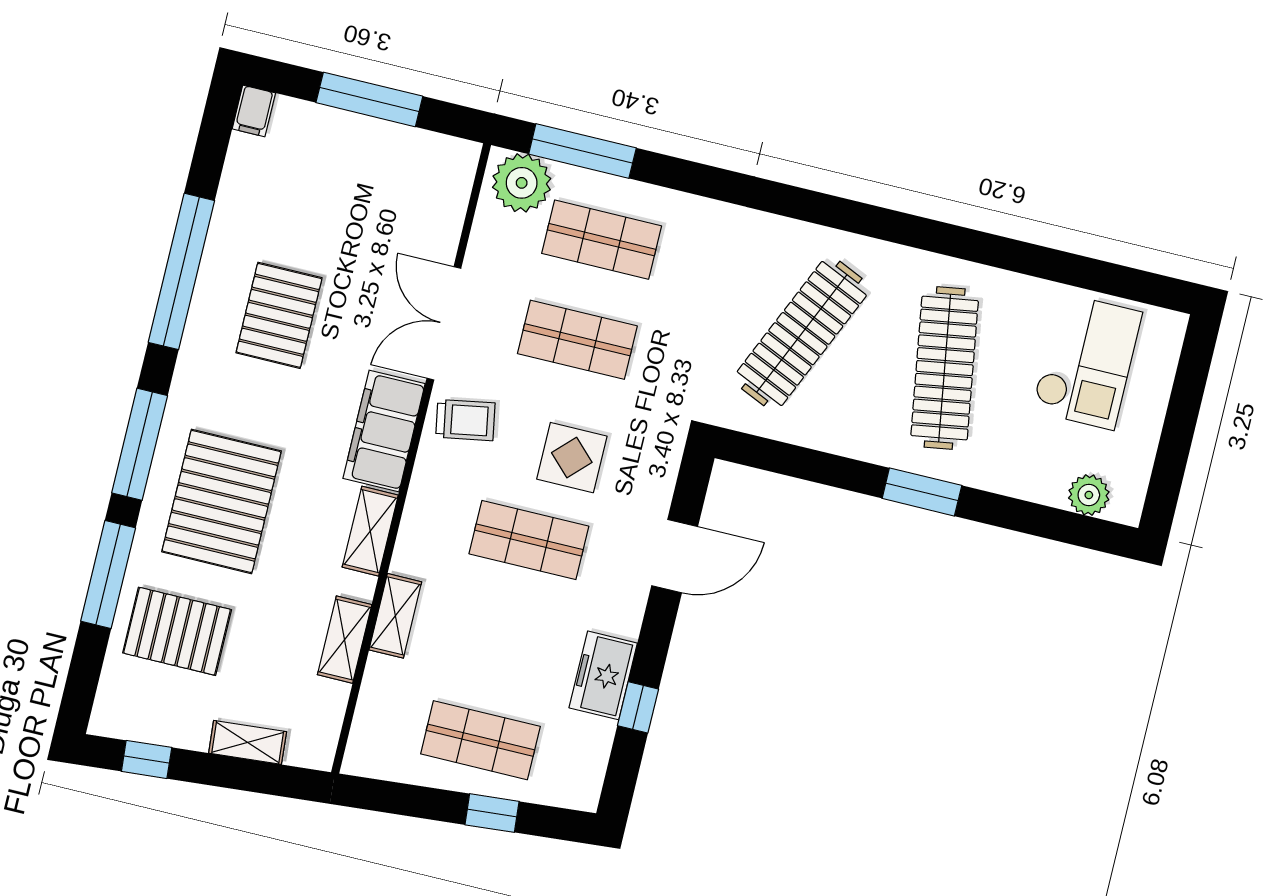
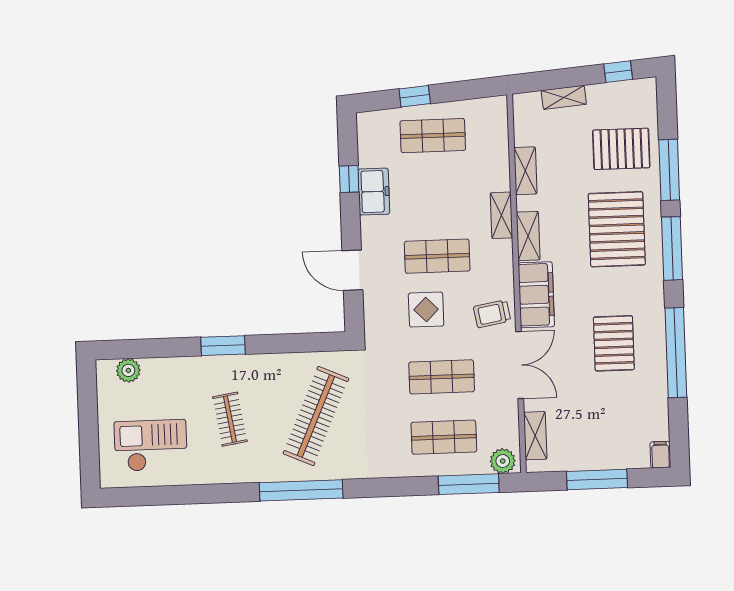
plant: (522, 183) -> (503, 461), width x0.73, depth x0.73
shelving: (451, 200) -> (535, 436), added
window: (860, 218) -> (301, 490), added
checkout: (1087, 361) -> (151, 446), turned 90
clothes rail: (945, 368) -> (230, 419), width x0.54, depth x0.76
door: (675, 556) -> (352, 270), hinge flipped
shelving: (395, 616) -> (501, 215), moved

